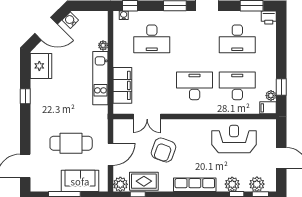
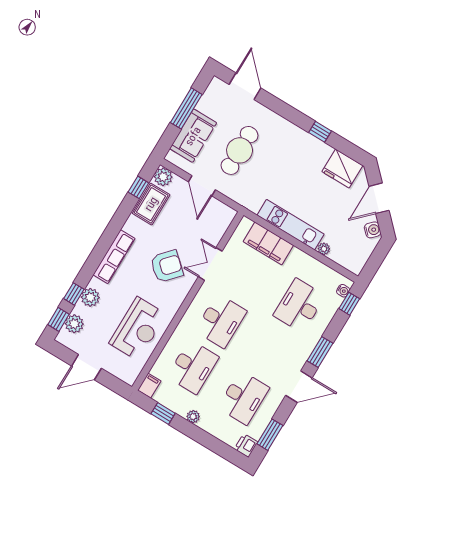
desk: (237, 39) -> (243, 398), turned 180
plant: (271, 96) -> (193, 417), moved
double door: (147, 116) -> (210, 264), moved
armchair: (164, 150) -> (167, 266), moved, turned 112

